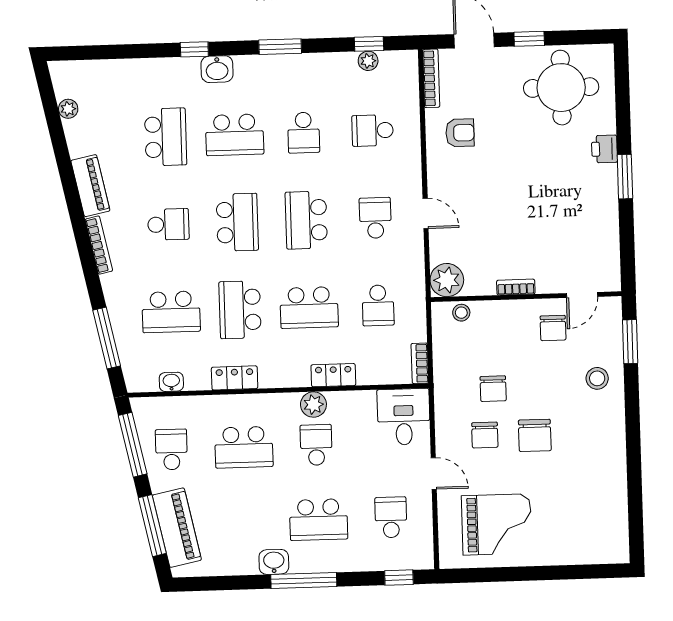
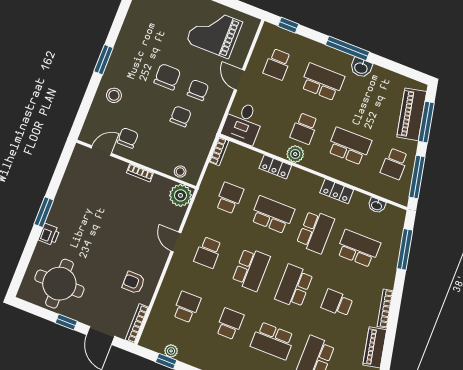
school desk: (373, 130) -> (187, 307), turned -90
school desk: (235, 135) -> (273, 341), turned 180
window: (630, 342) -> (103, 60), moved

